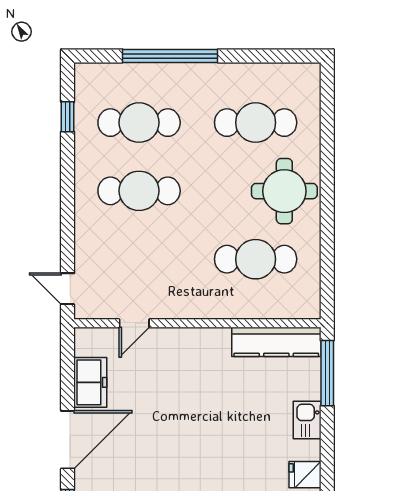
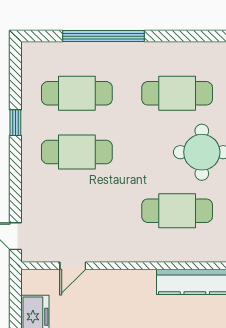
window: (68, 117) -> (15, 123), moved

